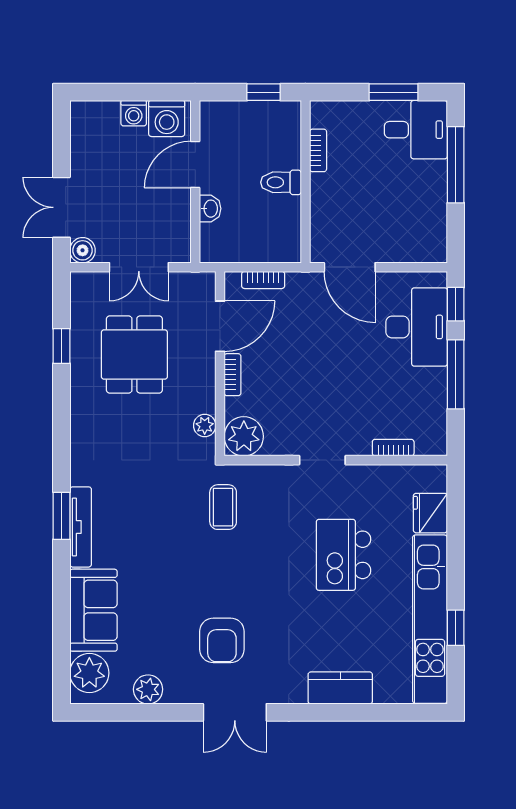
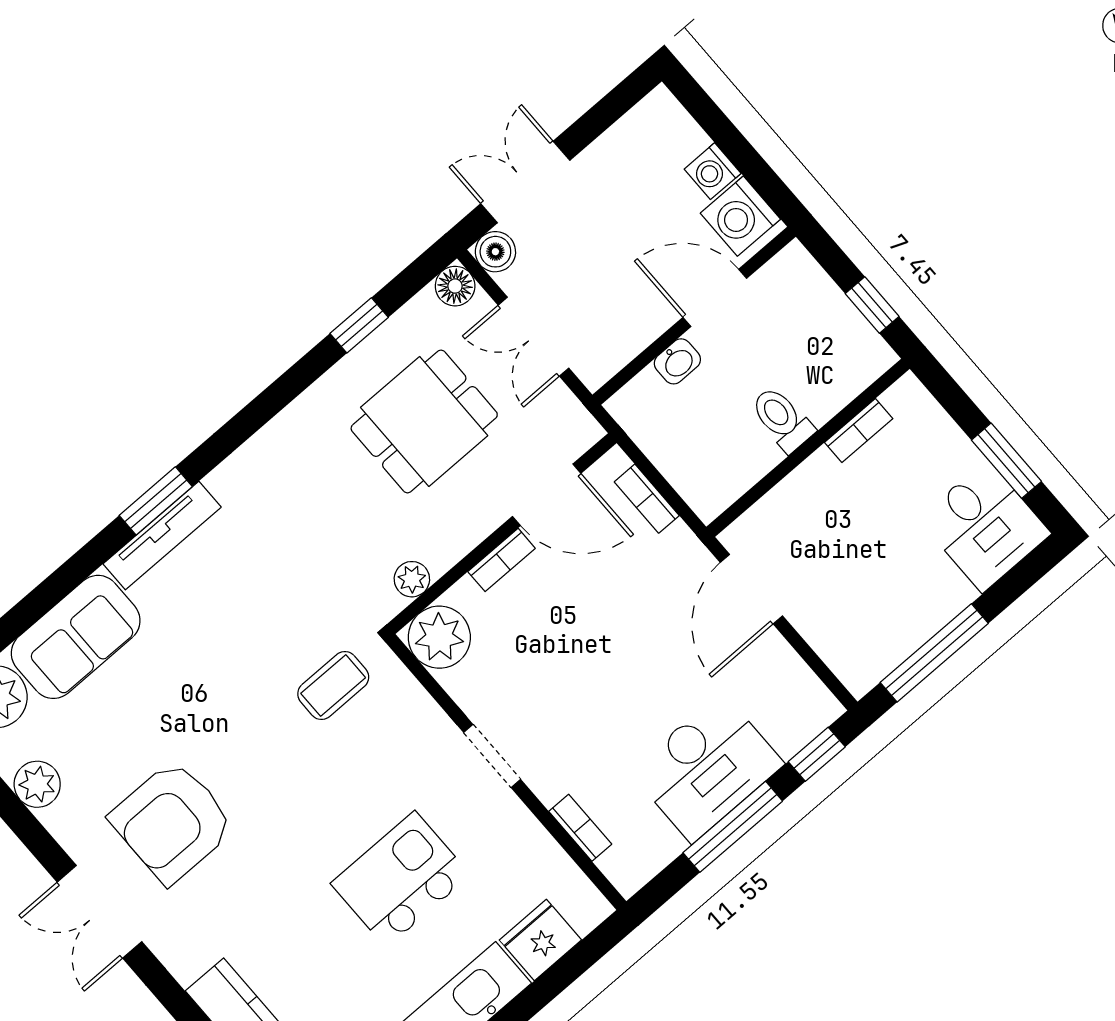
window: (456, 165) -> (934, 653), moved
floor lamp: (82, 284) -> (455, 286), added
desk: (417, 327) -> (707, 768), moved
armchair: (222, 640) -> (172, 822), width x1.36, depth x1.36

